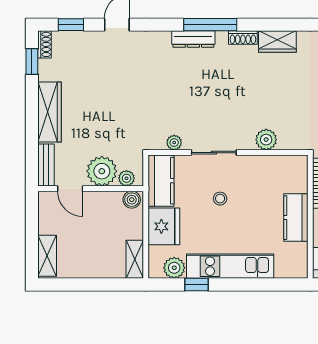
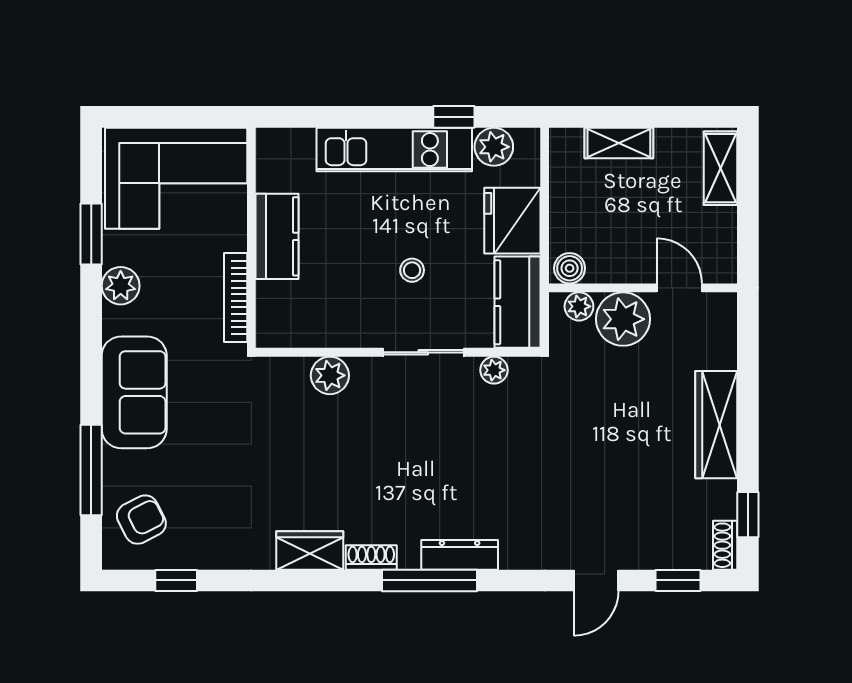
bench: (46, 165) -> (723, 330), removed
shelving: (135, 259) -> (619, 143), moved, turned 90

